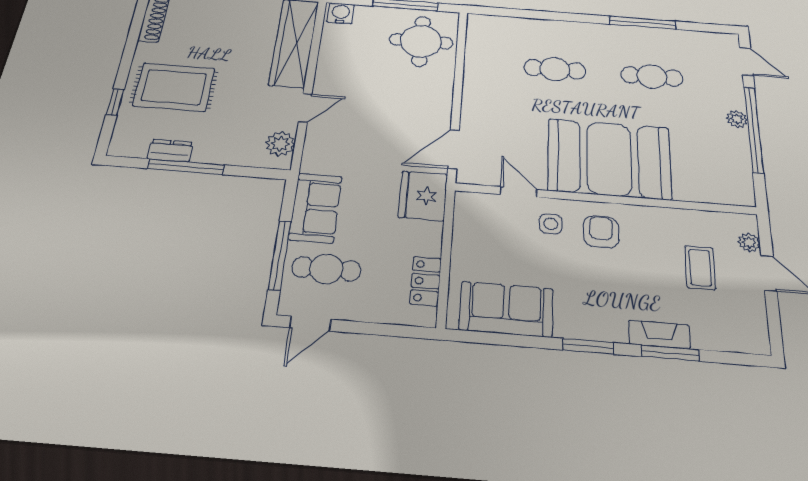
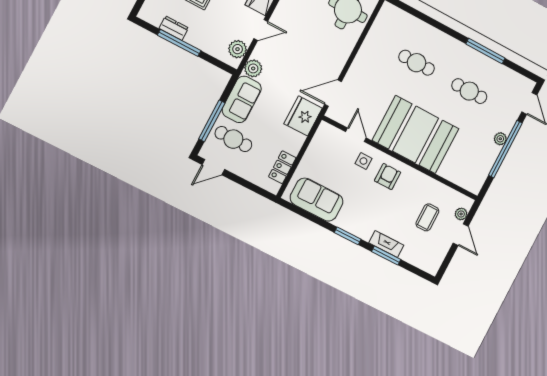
plant: (315, 160) -> (253, 68), added

